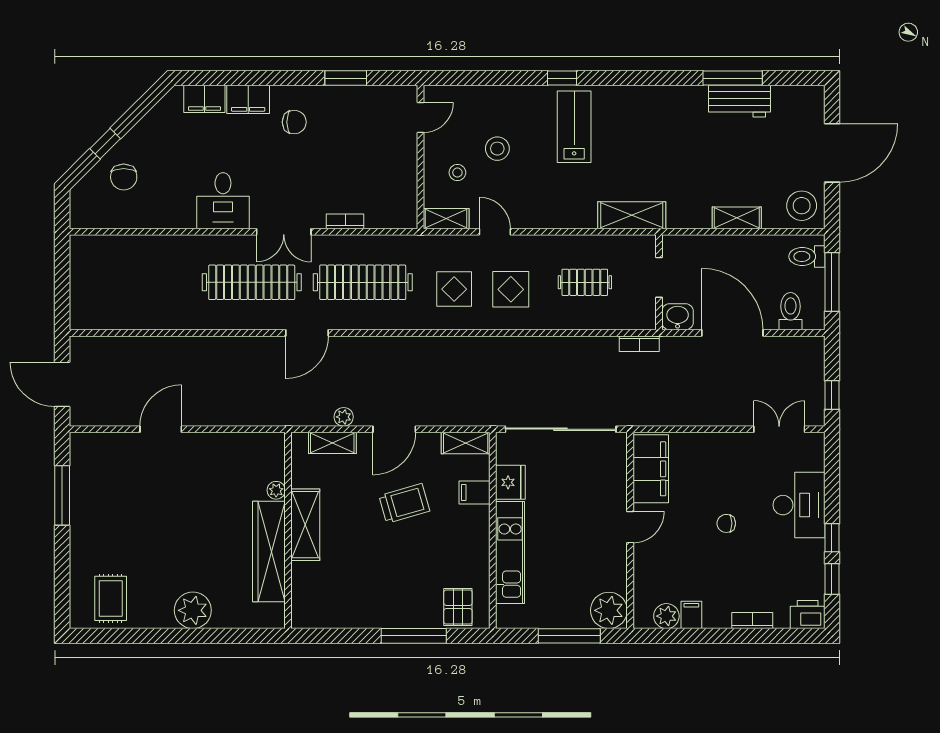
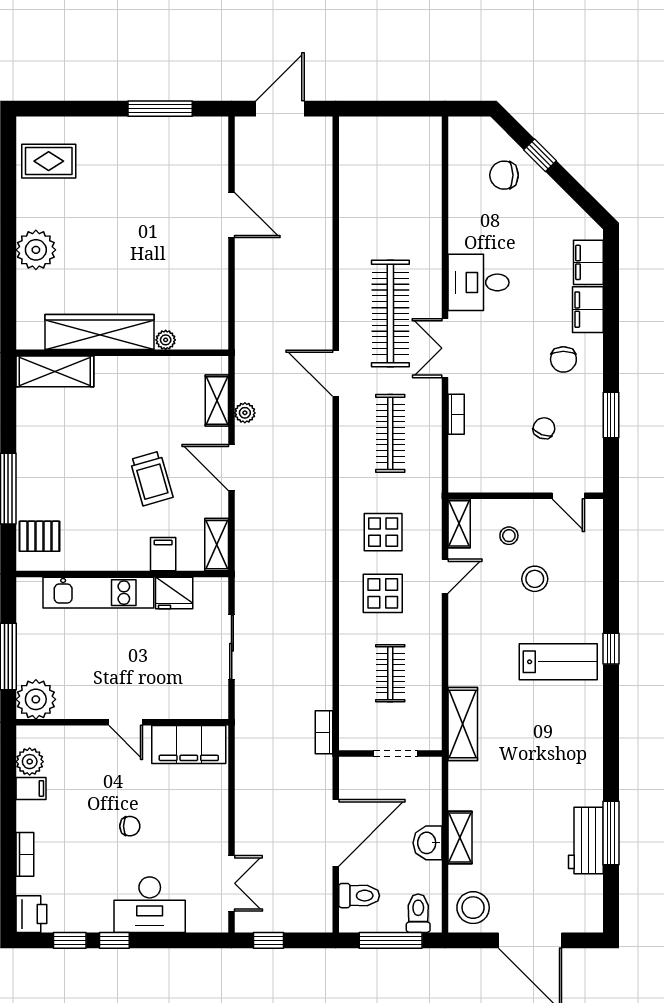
chair: (358, 140) -> (544, 428), added
clothes rail: (363, 282) -> (390, 433), width x0.73, depth x0.76
washbasin: (678, 317) -> (428, 843), moved, turned 180
sliding door: (561, 429) -> (232, 647), width x0.54
chair: (726, 523) -> (130, 826), turned 90
shelving: (305, 525) -> (55, 371), moved

